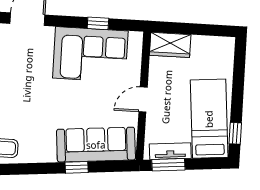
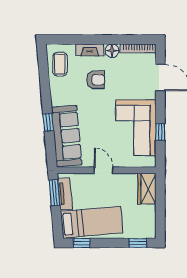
window: (240, 61) -> (138, 243), added
armchair: (26, 103) -> (96, 80), added

